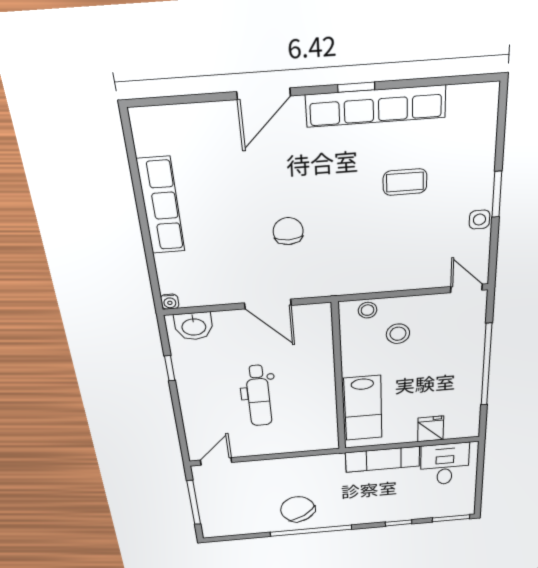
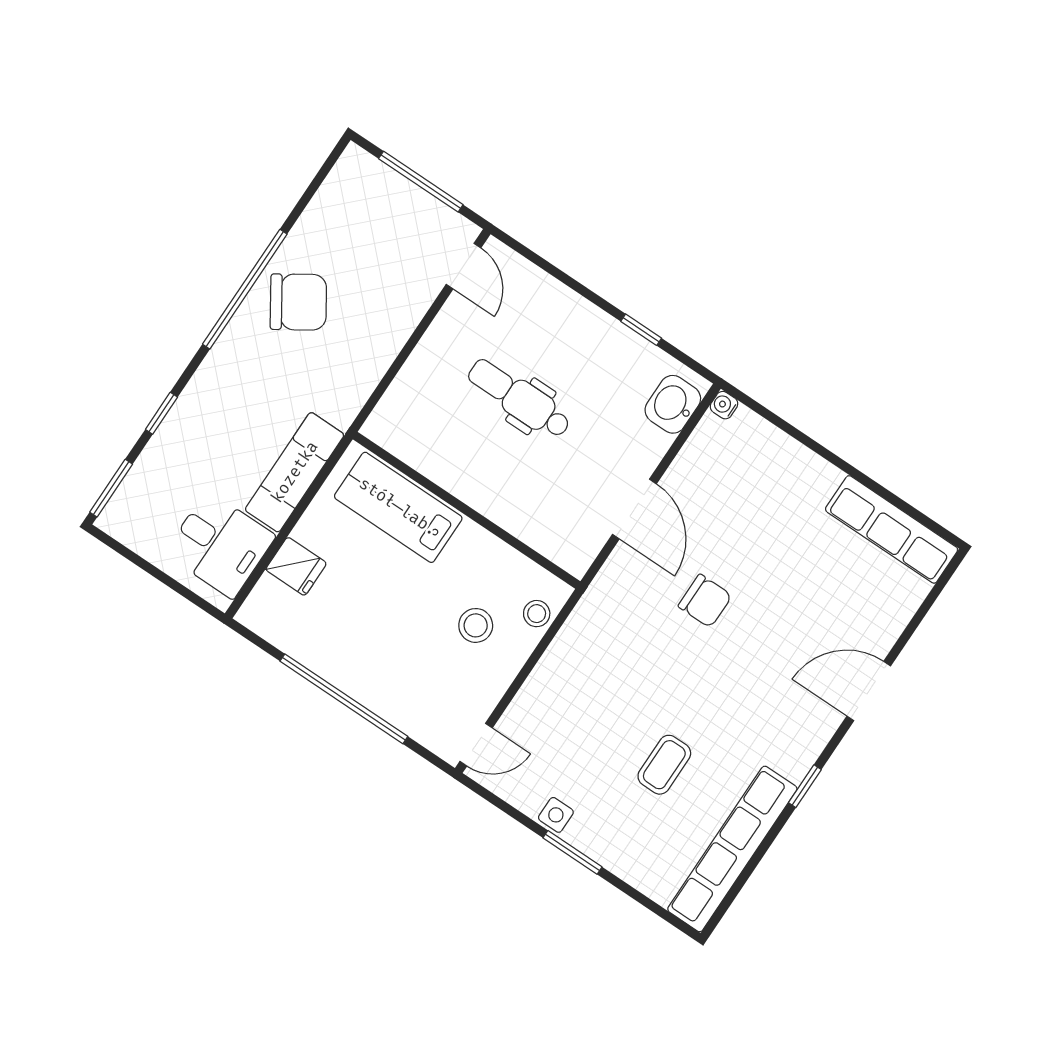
door: (264, 94) -> (869, 691), hinge flipped
row of seats: (376, 106) -> (732, 849), moved
row of seats: (161, 206) -> (892, 529), moved
door: (268, 304) -> (634, 509), swing flipped

